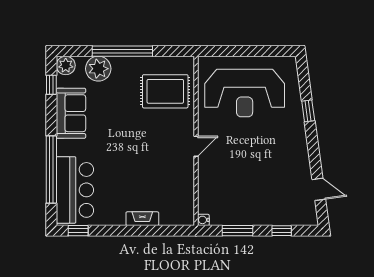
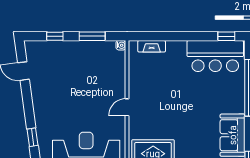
bar counter: (75, 190) -> (215, 56), moved, turned -90
fireplace: (142, 219) -> (152, 46), moved

